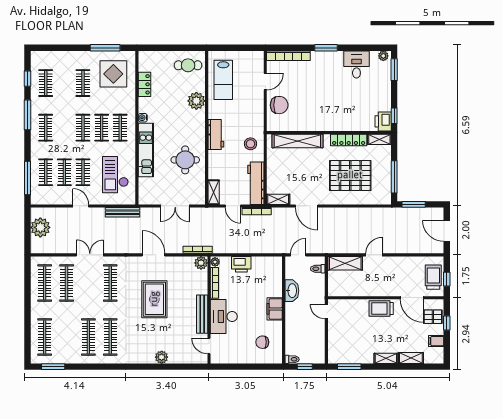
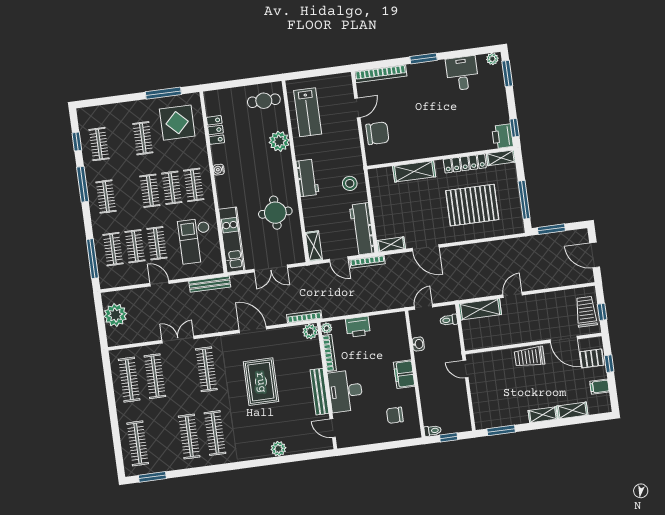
shelving: (297, 141) -> (414, 171), width x0.68
kitchen unit: (146, 150) -> (232, 240), moved
washbasin: (292, 291) -> (418, 344), width x0.52, depth x0.69

